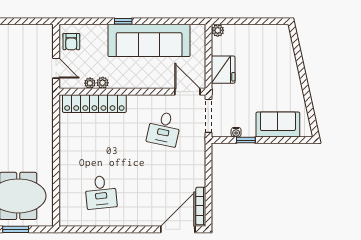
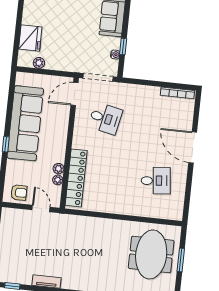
plant: (218, 30) -> (39, 63), moved
door: (56, 68) -> (41, 209), hinge flipped
fridge: (223, 70) -> (30, 38), moved, turned 90
door: (178, 229) -> (193, 147), moved

